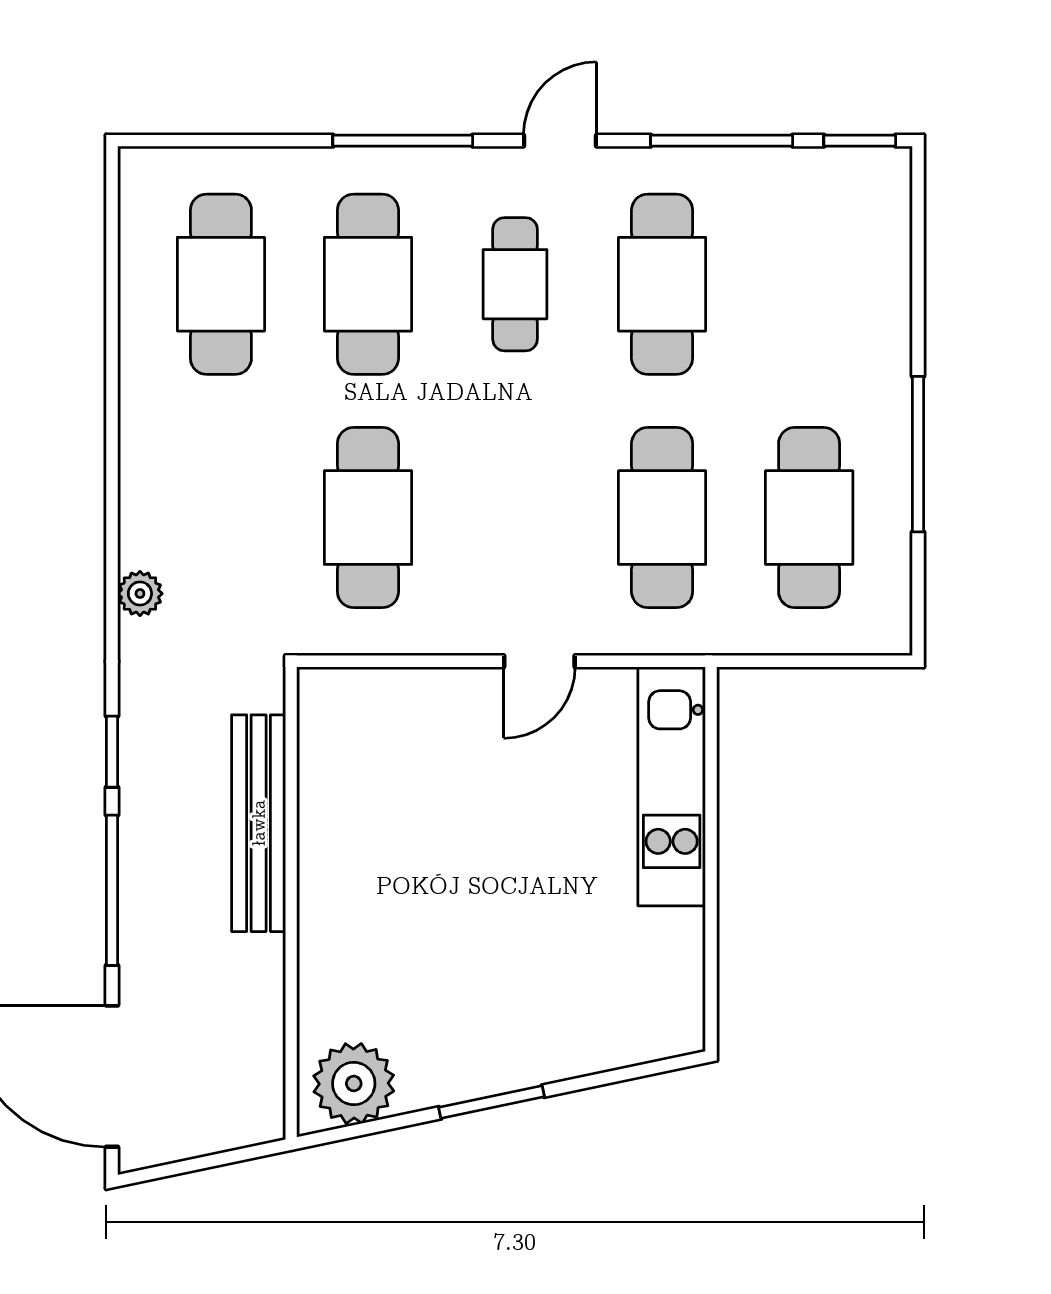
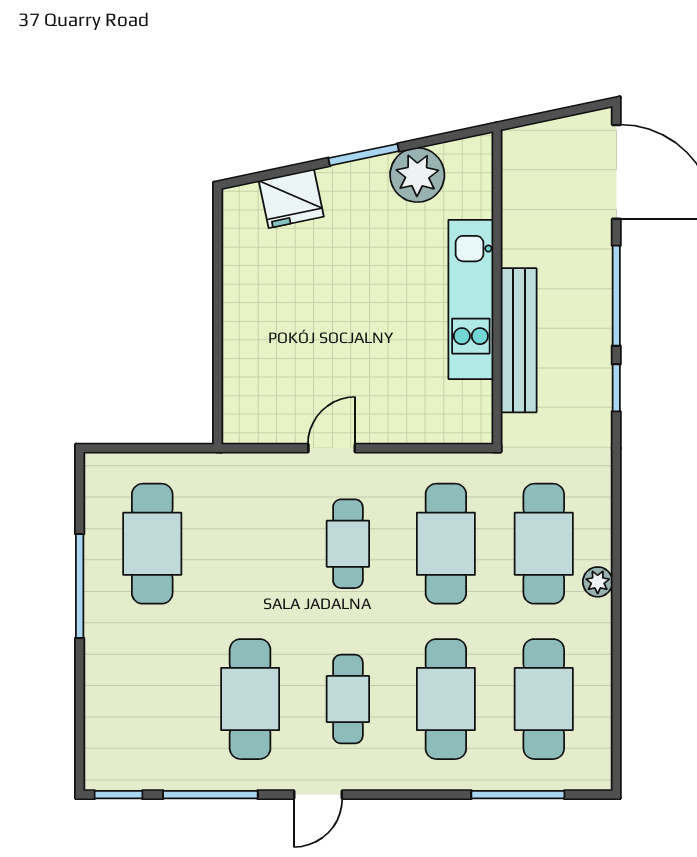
window: (403, 141) -> (518, 795), moved
cafe table: (221, 518) -> (544, 544), added
cafe table: (662, 518) -> (348, 544), moved, width x0.73, depth x0.74
plant: (140, 594) -> (598, 582), moved
kitchen unit: (672, 786) -> (471, 299), moved, turned 180
fridge: (600, 1036) -> (291, 199), added
plant: (354, 1084) -> (417, 175), moved

